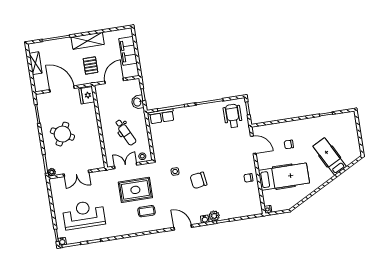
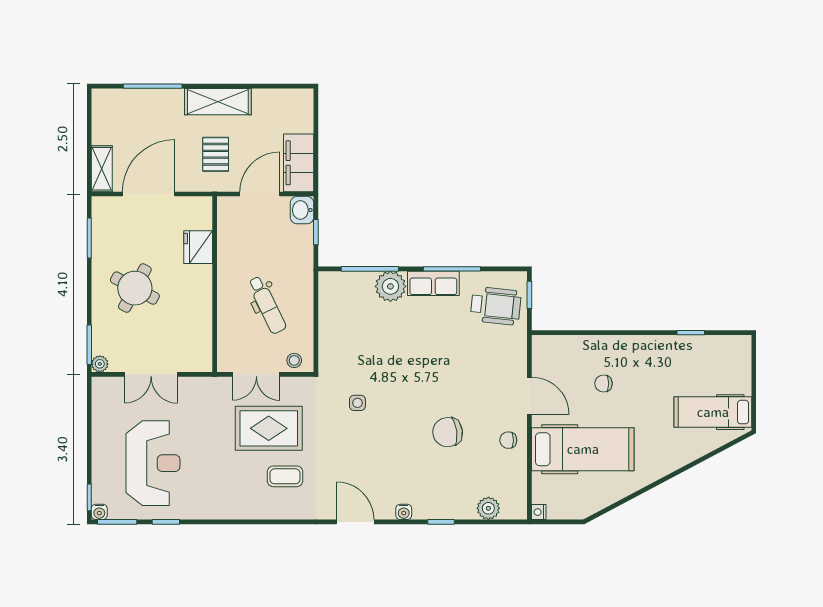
filing cabinet: (128, 51) -> (299, 163), moved
shelving: (36, 63) -> (102, 169), moved
door: (62, 89) -> (149, 194), hinge flipped
fridge: (87, 95) -> (198, 247), moved
washbasin: (138, 102) -> (302, 210), moved
plant: (182, 115) -> (390, 286), added
row of seats: (162, 116) -> (433, 283), moved
wheelchair: (233, 116) -> (496, 306), turned 96
door: (253, 145) -> (529, 396), moved
hospital bed: (330, 156) -> (713, 412), moved, turned -62
double door: (126, 166) -> (256, 374), swing flipped
chair: (198, 180) -> (448, 432), moved
reception desk: (84, 215) -> (153, 463), turned 90
plant: (214, 216) -> (488, 508), moved

